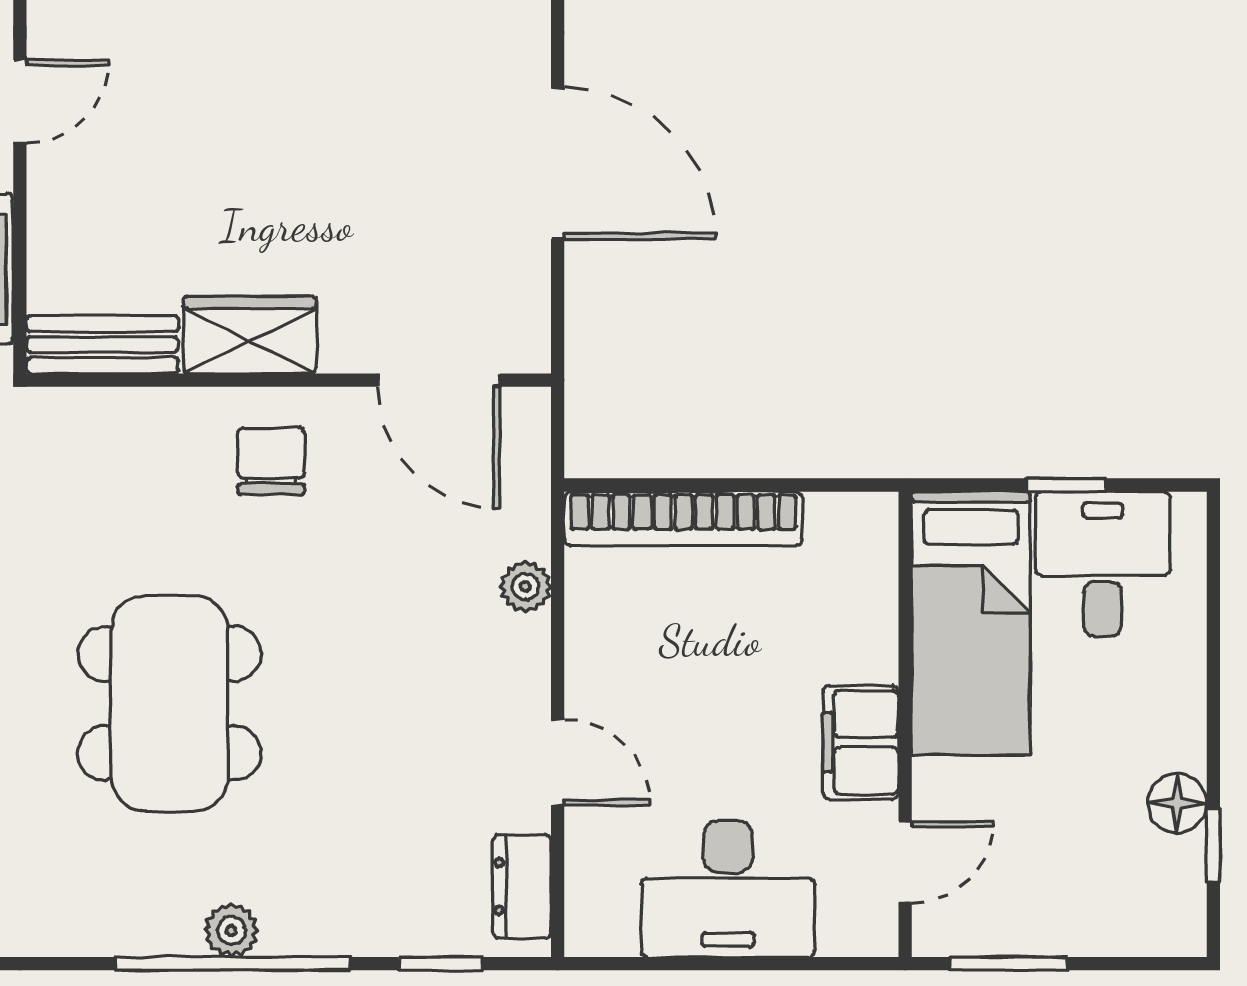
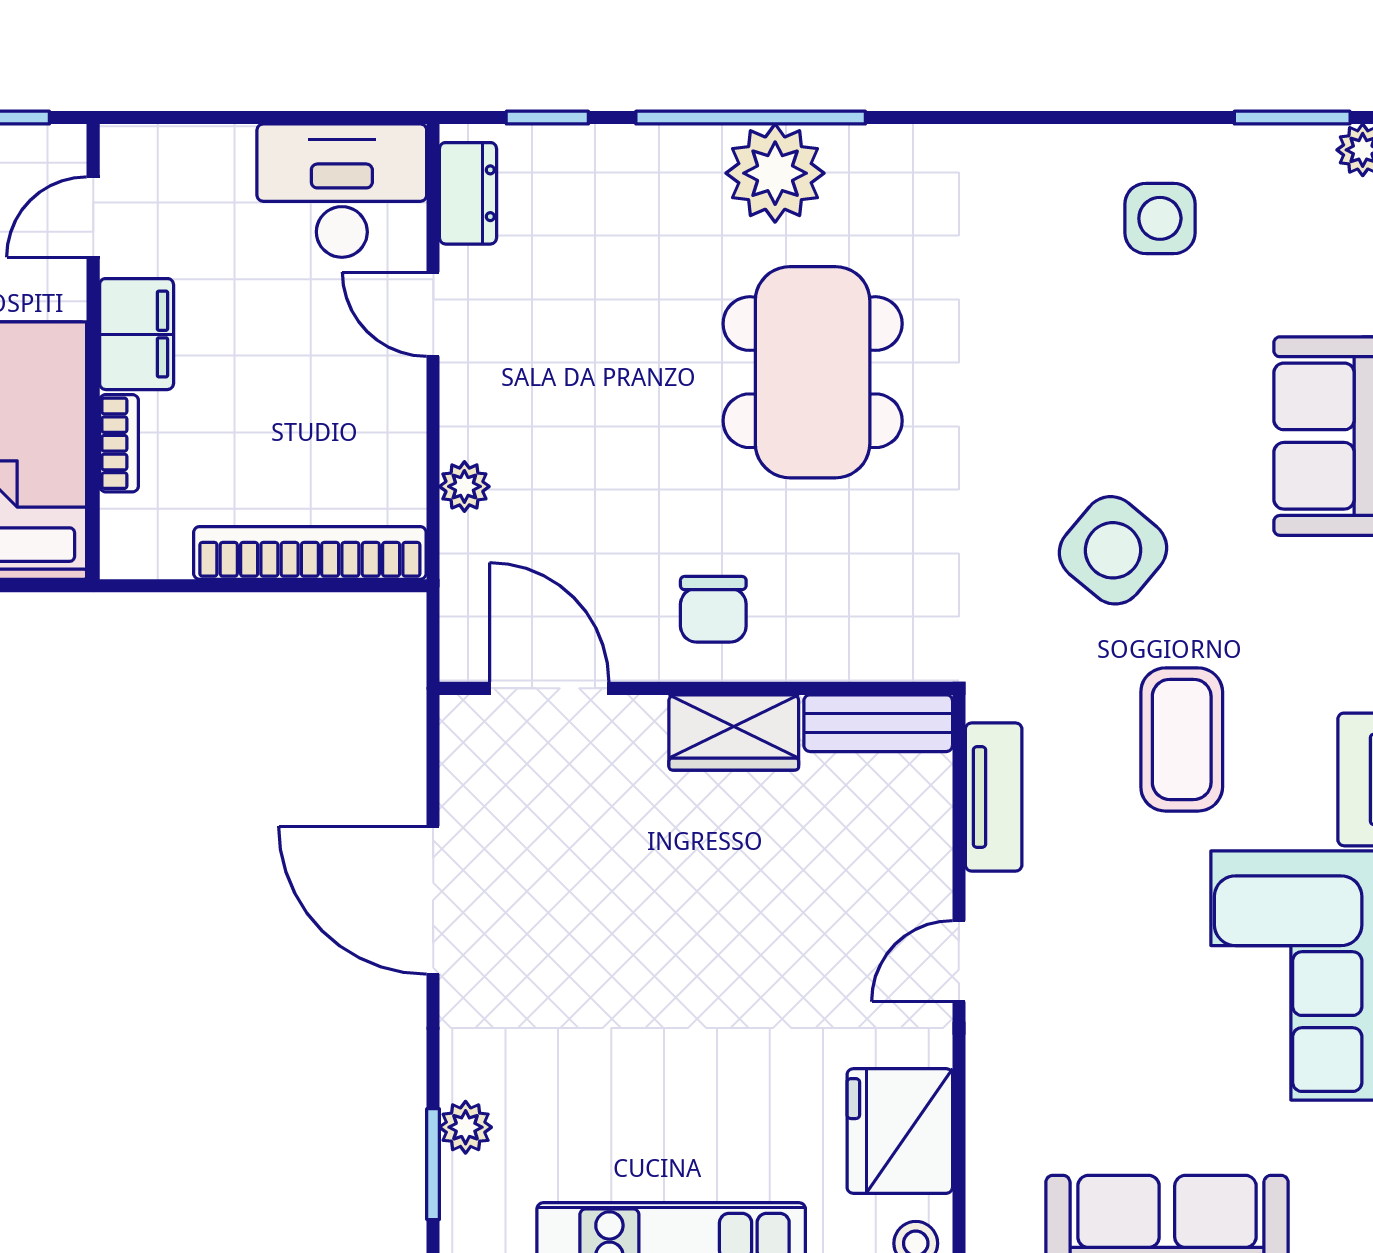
bookcase: (879, 631) -> (119, 443), added
desk: (728, 889) -> (342, 191), moved
plant: (231, 930) -> (775, 173), width x1.88, depth x1.88

